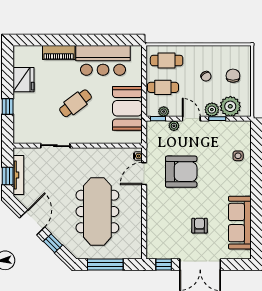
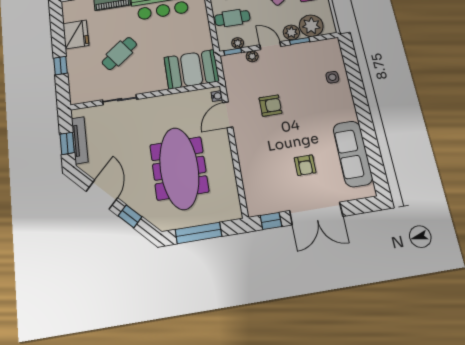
cafe table: (76, 103) -> (119, 53), moved
booth: (127, 108) -> (192, 69), moved, turned 90
armchair: (181, 172) -> (270, 106), width x0.53, depth x0.53
armchair: (200, 226) -> (305, 165), turned 180

